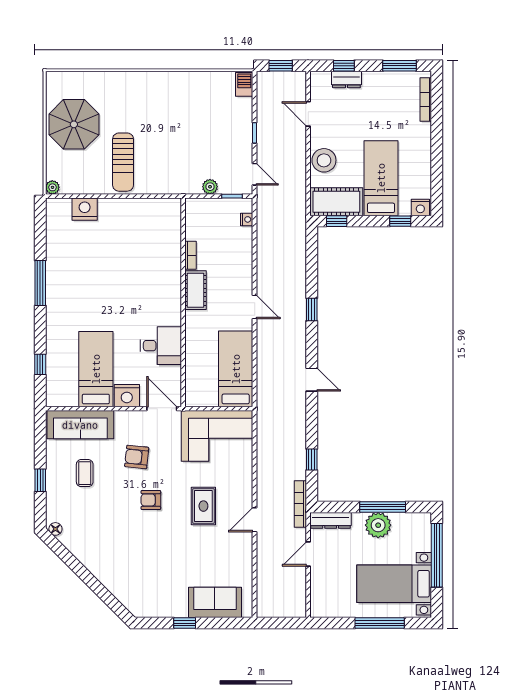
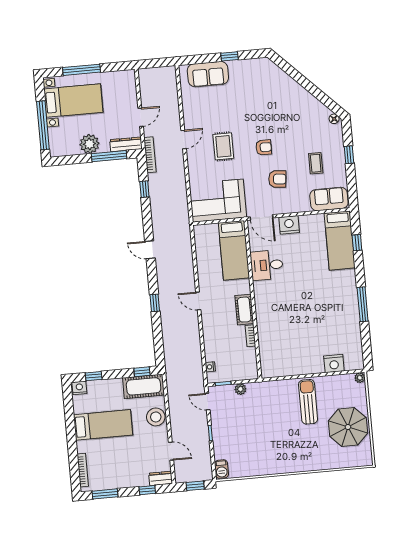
dresser: (346, 79) -> (161, 478), moved
bed: (381, 178) -> (103, 425), moved, turned -90
bed: (96, 369) -> (340, 241), moved
bed: (236, 369) -> (234, 250), moved
sofa: (80, 425) -> (329, 199), width x0.73
window: (383, 507) -> (109, 156), moved

